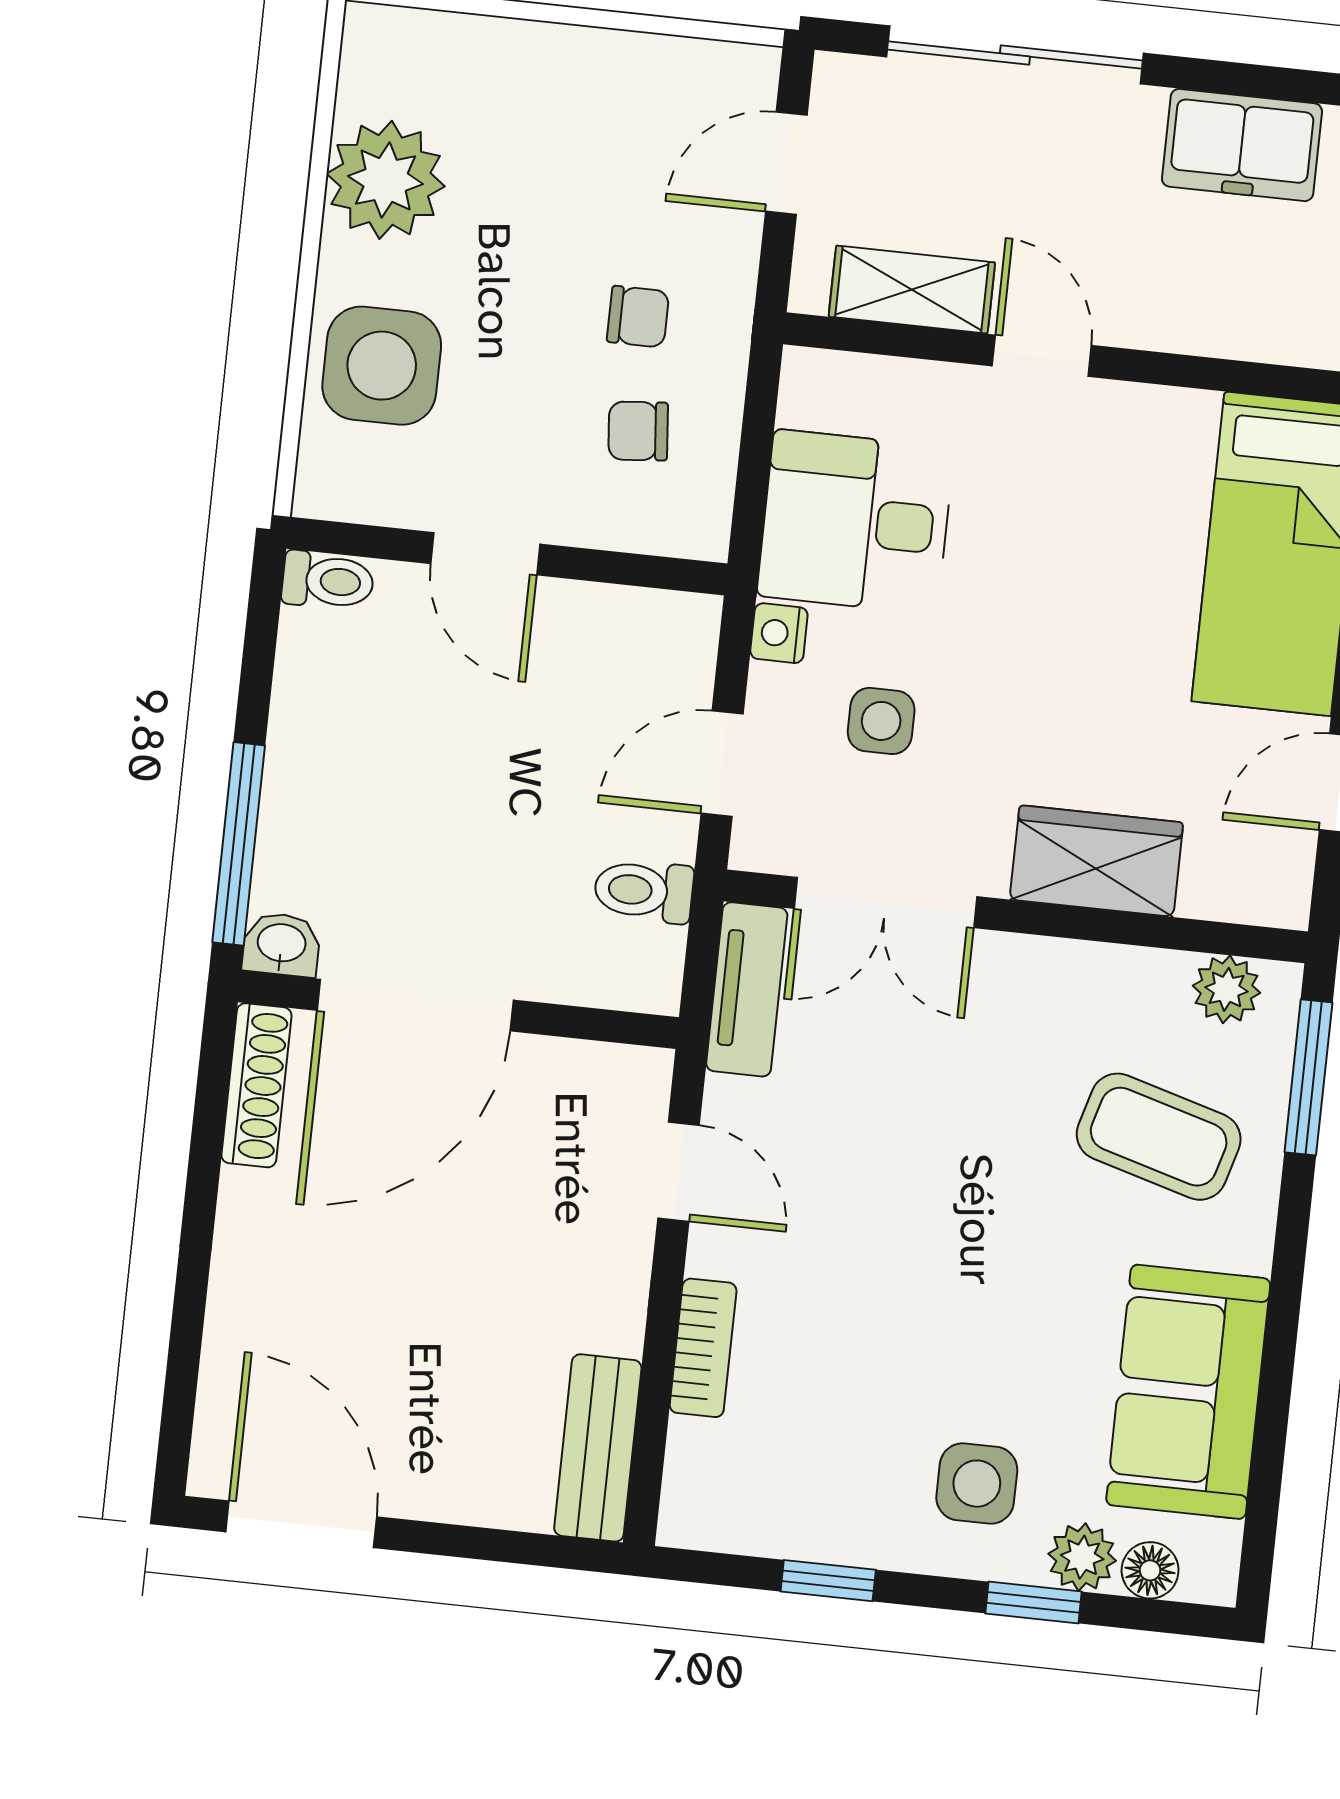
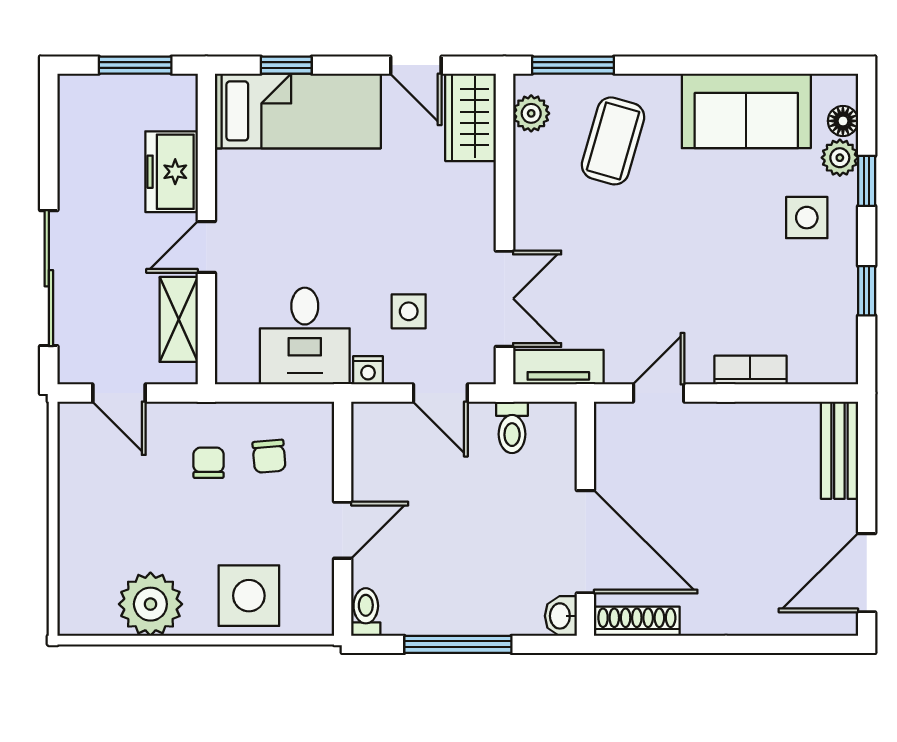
freezer: (1242, 145) -> (172, 172), moved, turned 180
window: (239, 844) -> (458, 644), moved
wardrobe: (1096, 861) -> (471, 117), moved
bench: (598, 1448) -> (839, 450), moved, turned 90

